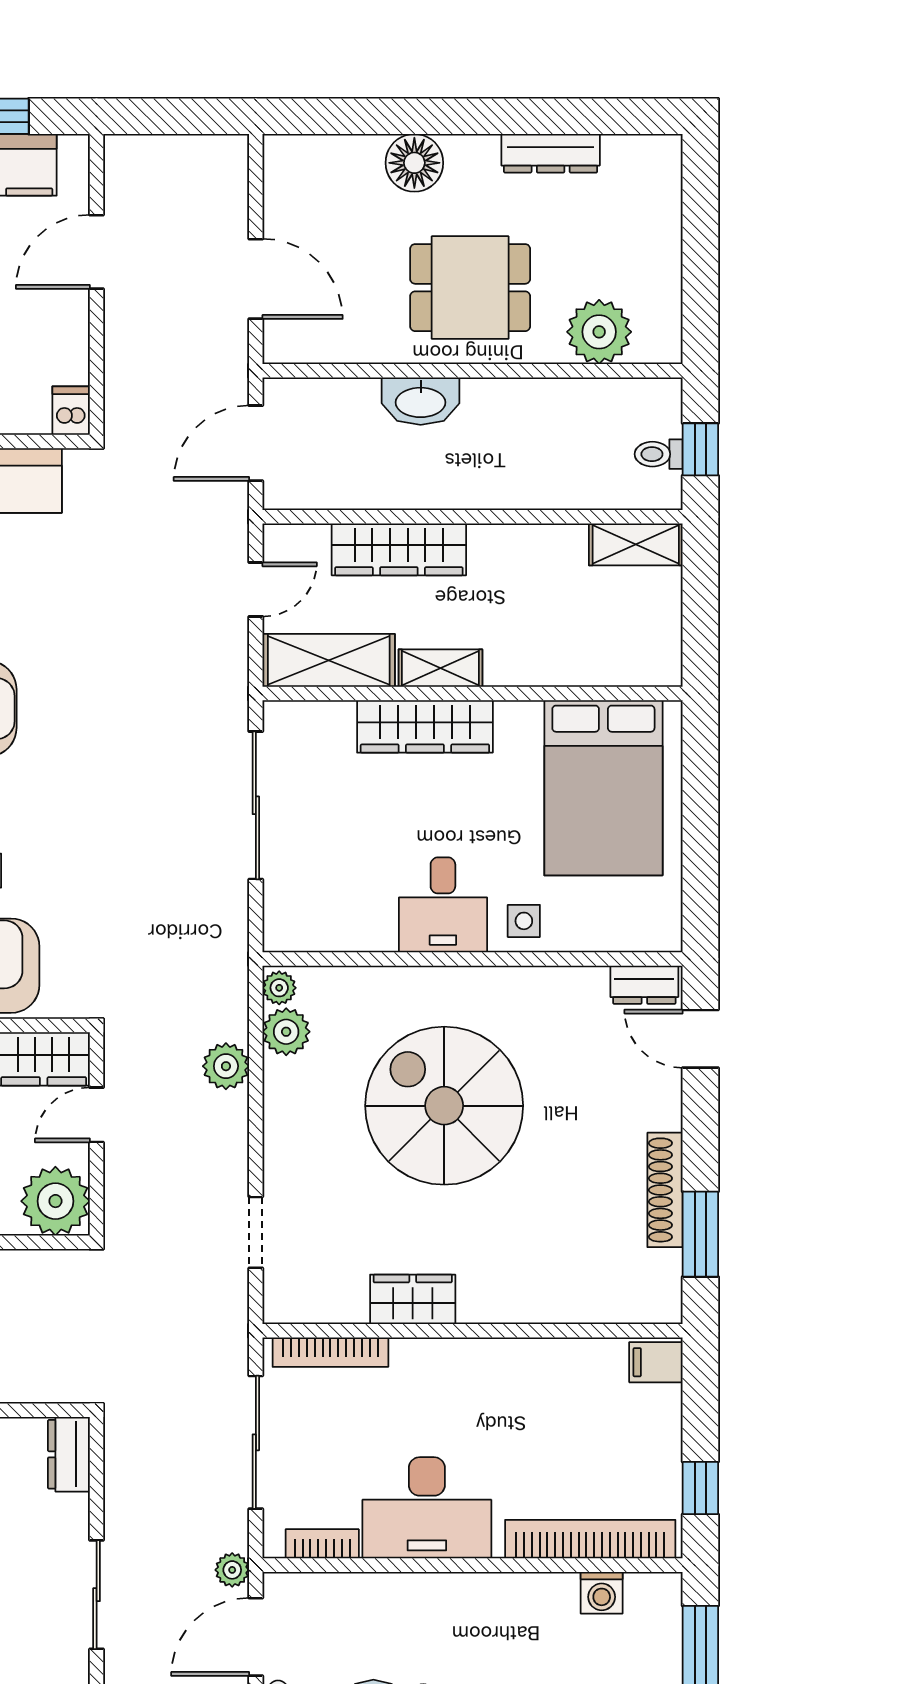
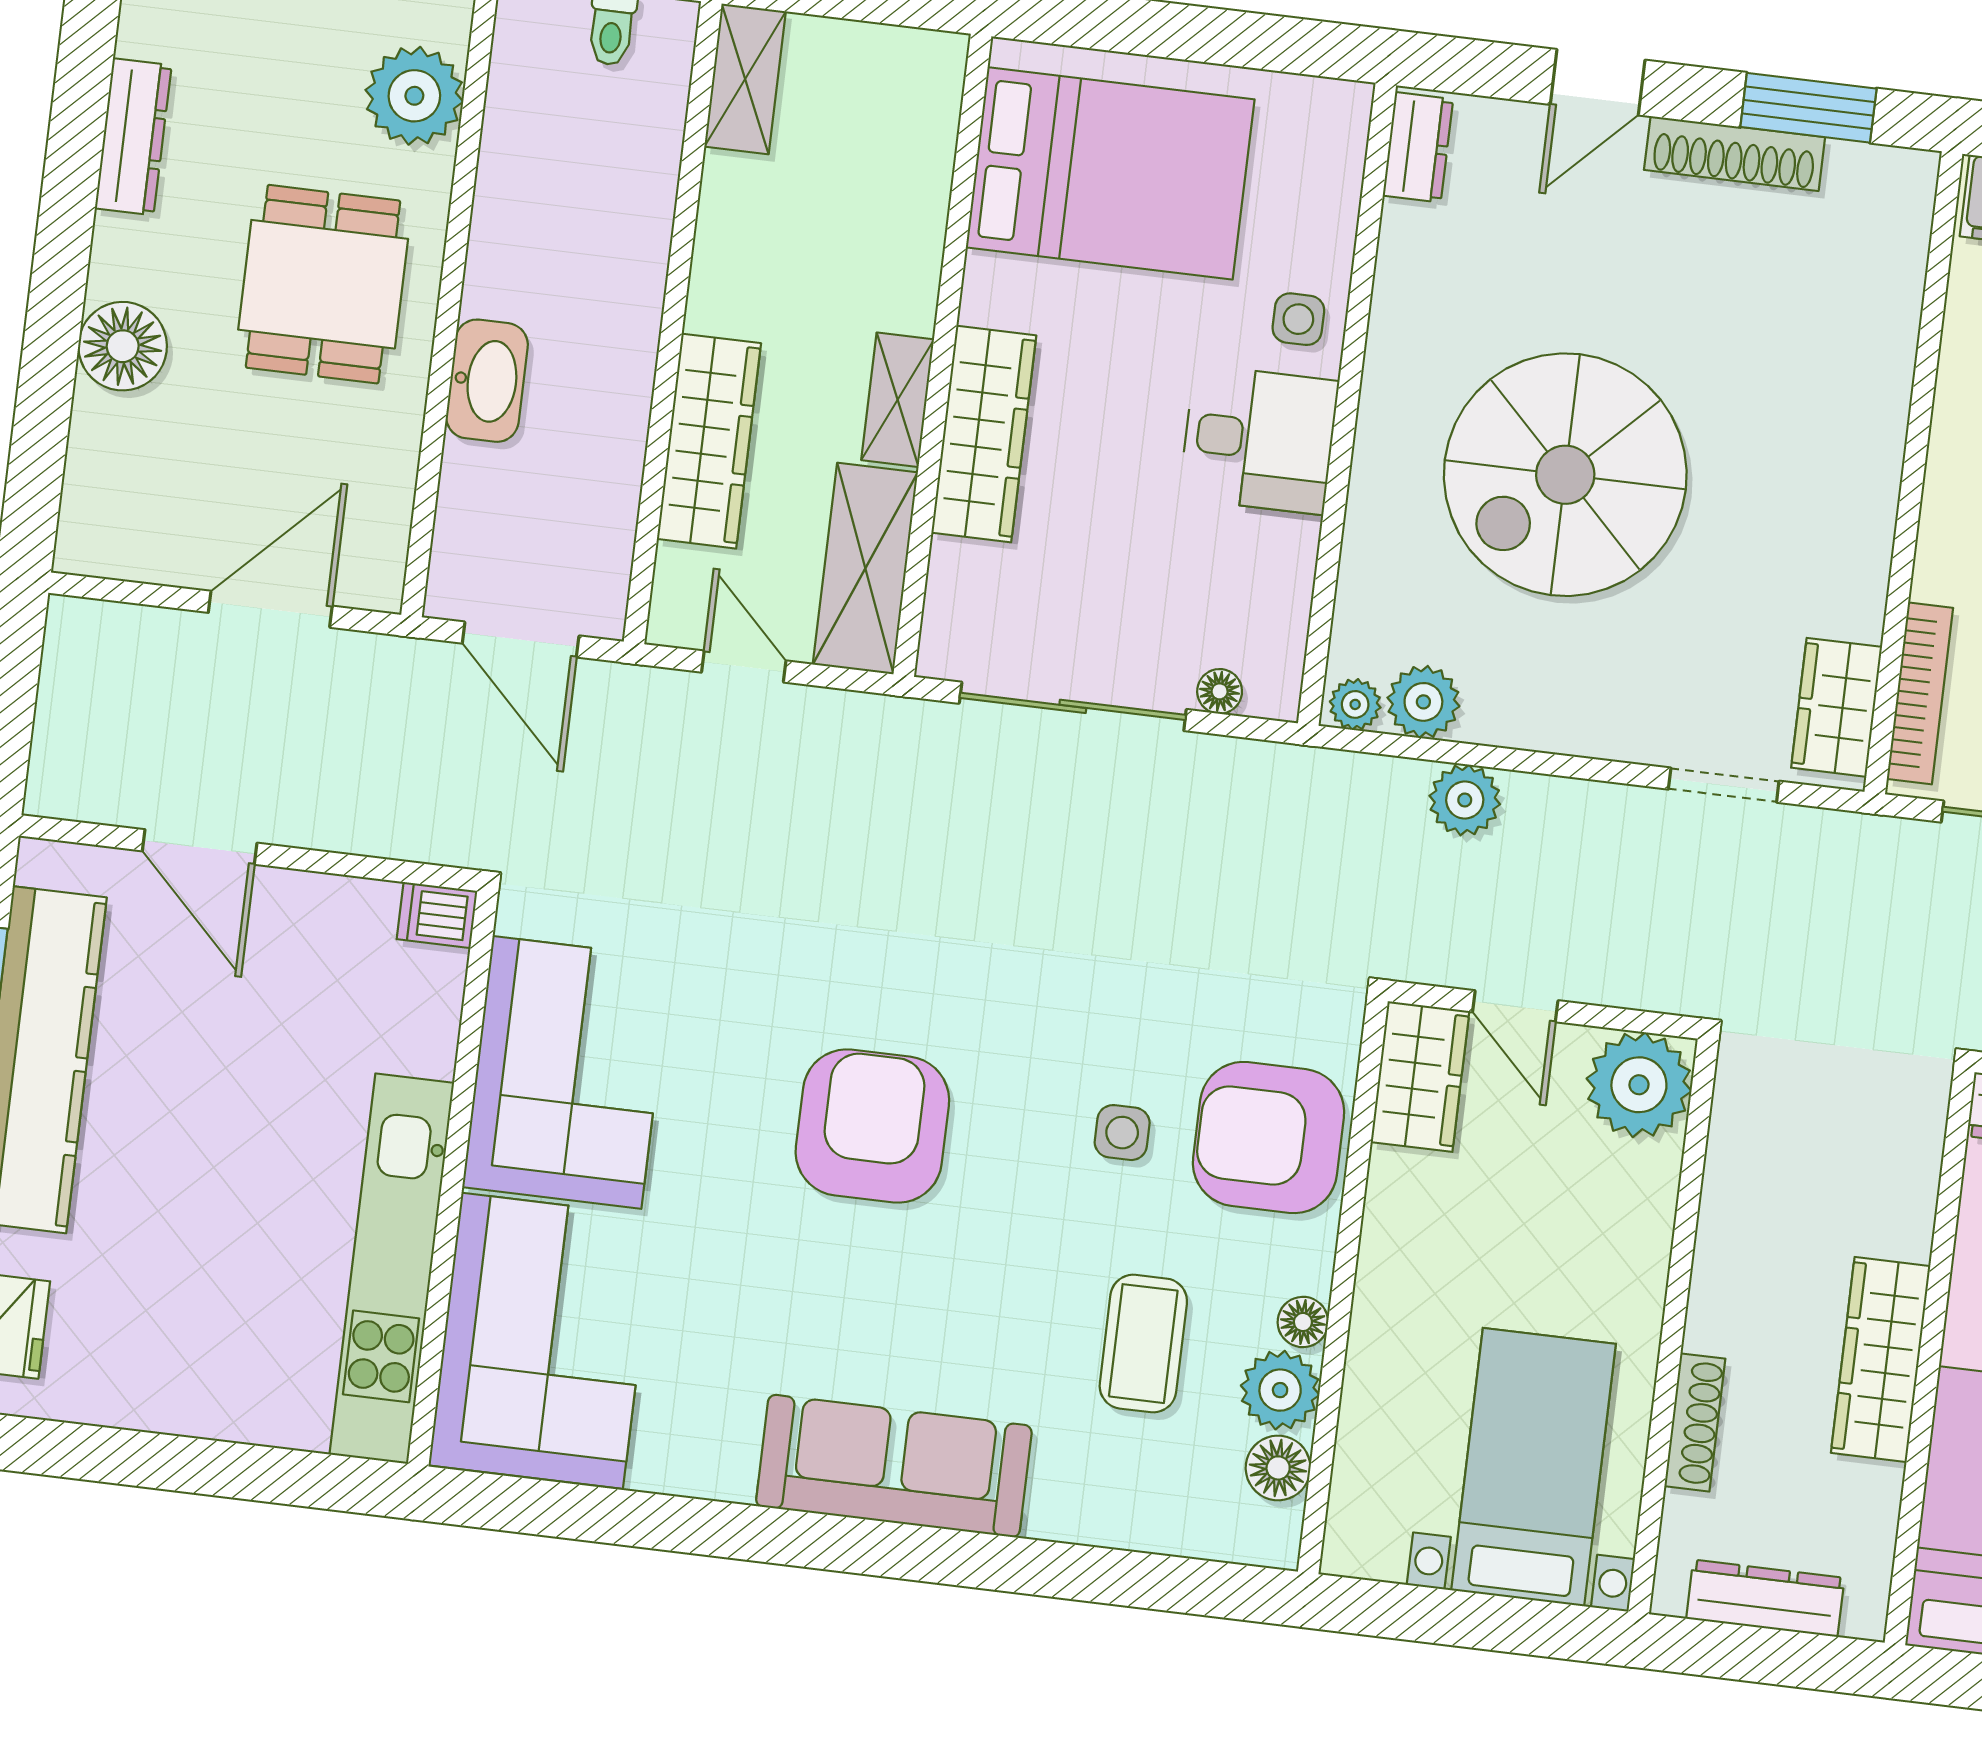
floor lamp: (277, 899) -> (1220, 691), added
door: (700, 1039) -> (1598, 82), moved
wardrobe: (413, 1299) -> (1837, 707), moved

